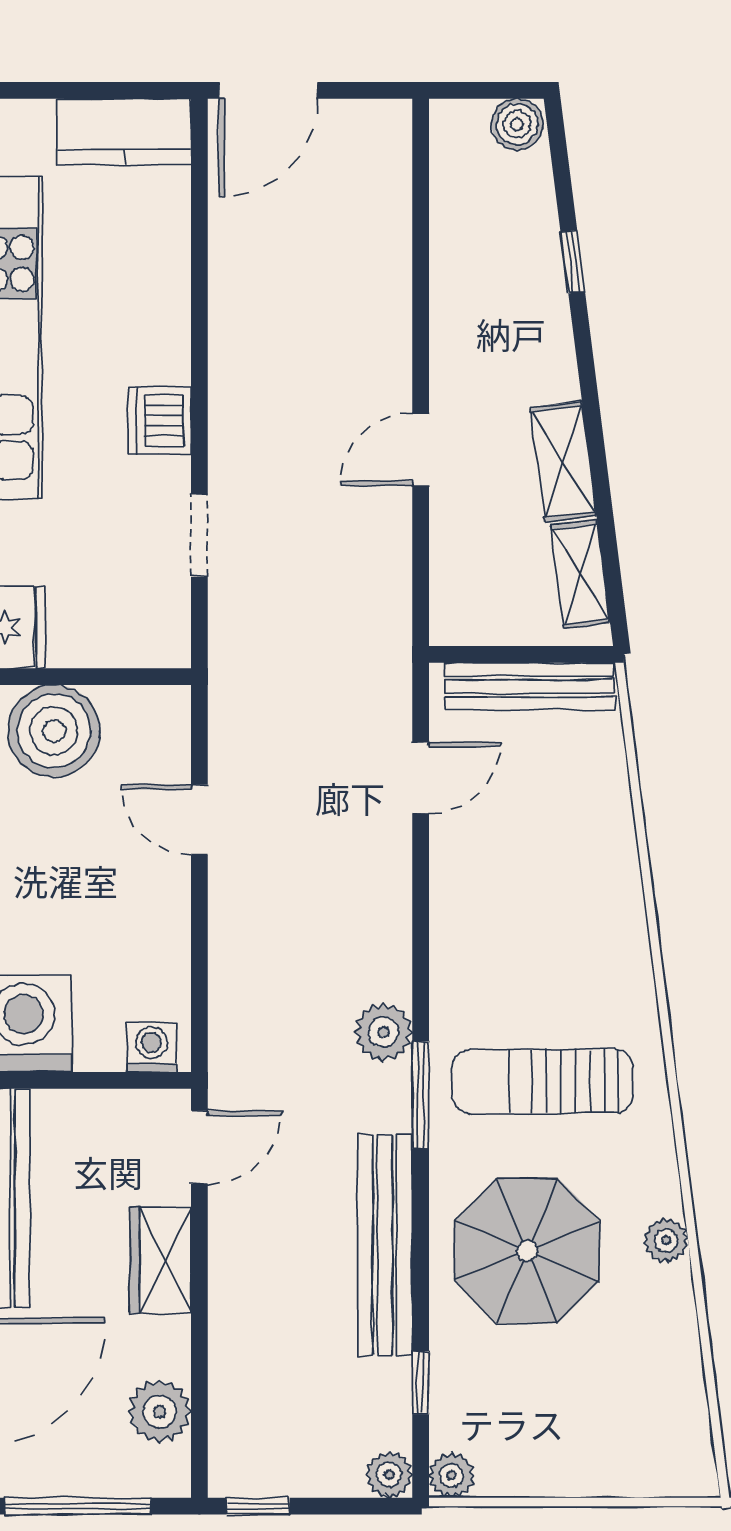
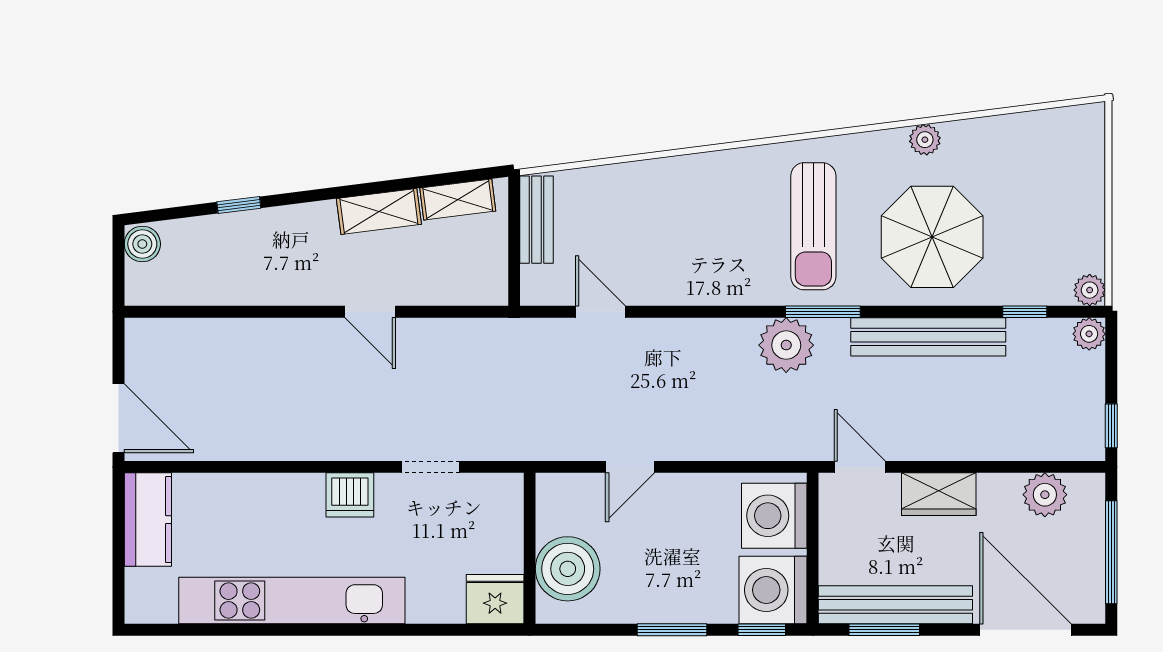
bench: (529, 687) -> (537, 220), width x0.73
plant: (384, 1032) -> (786, 345), width x1.36, depth x1.36
washing machine: (152, 1047) -> (774, 516), width x1.89, depth x1.89

